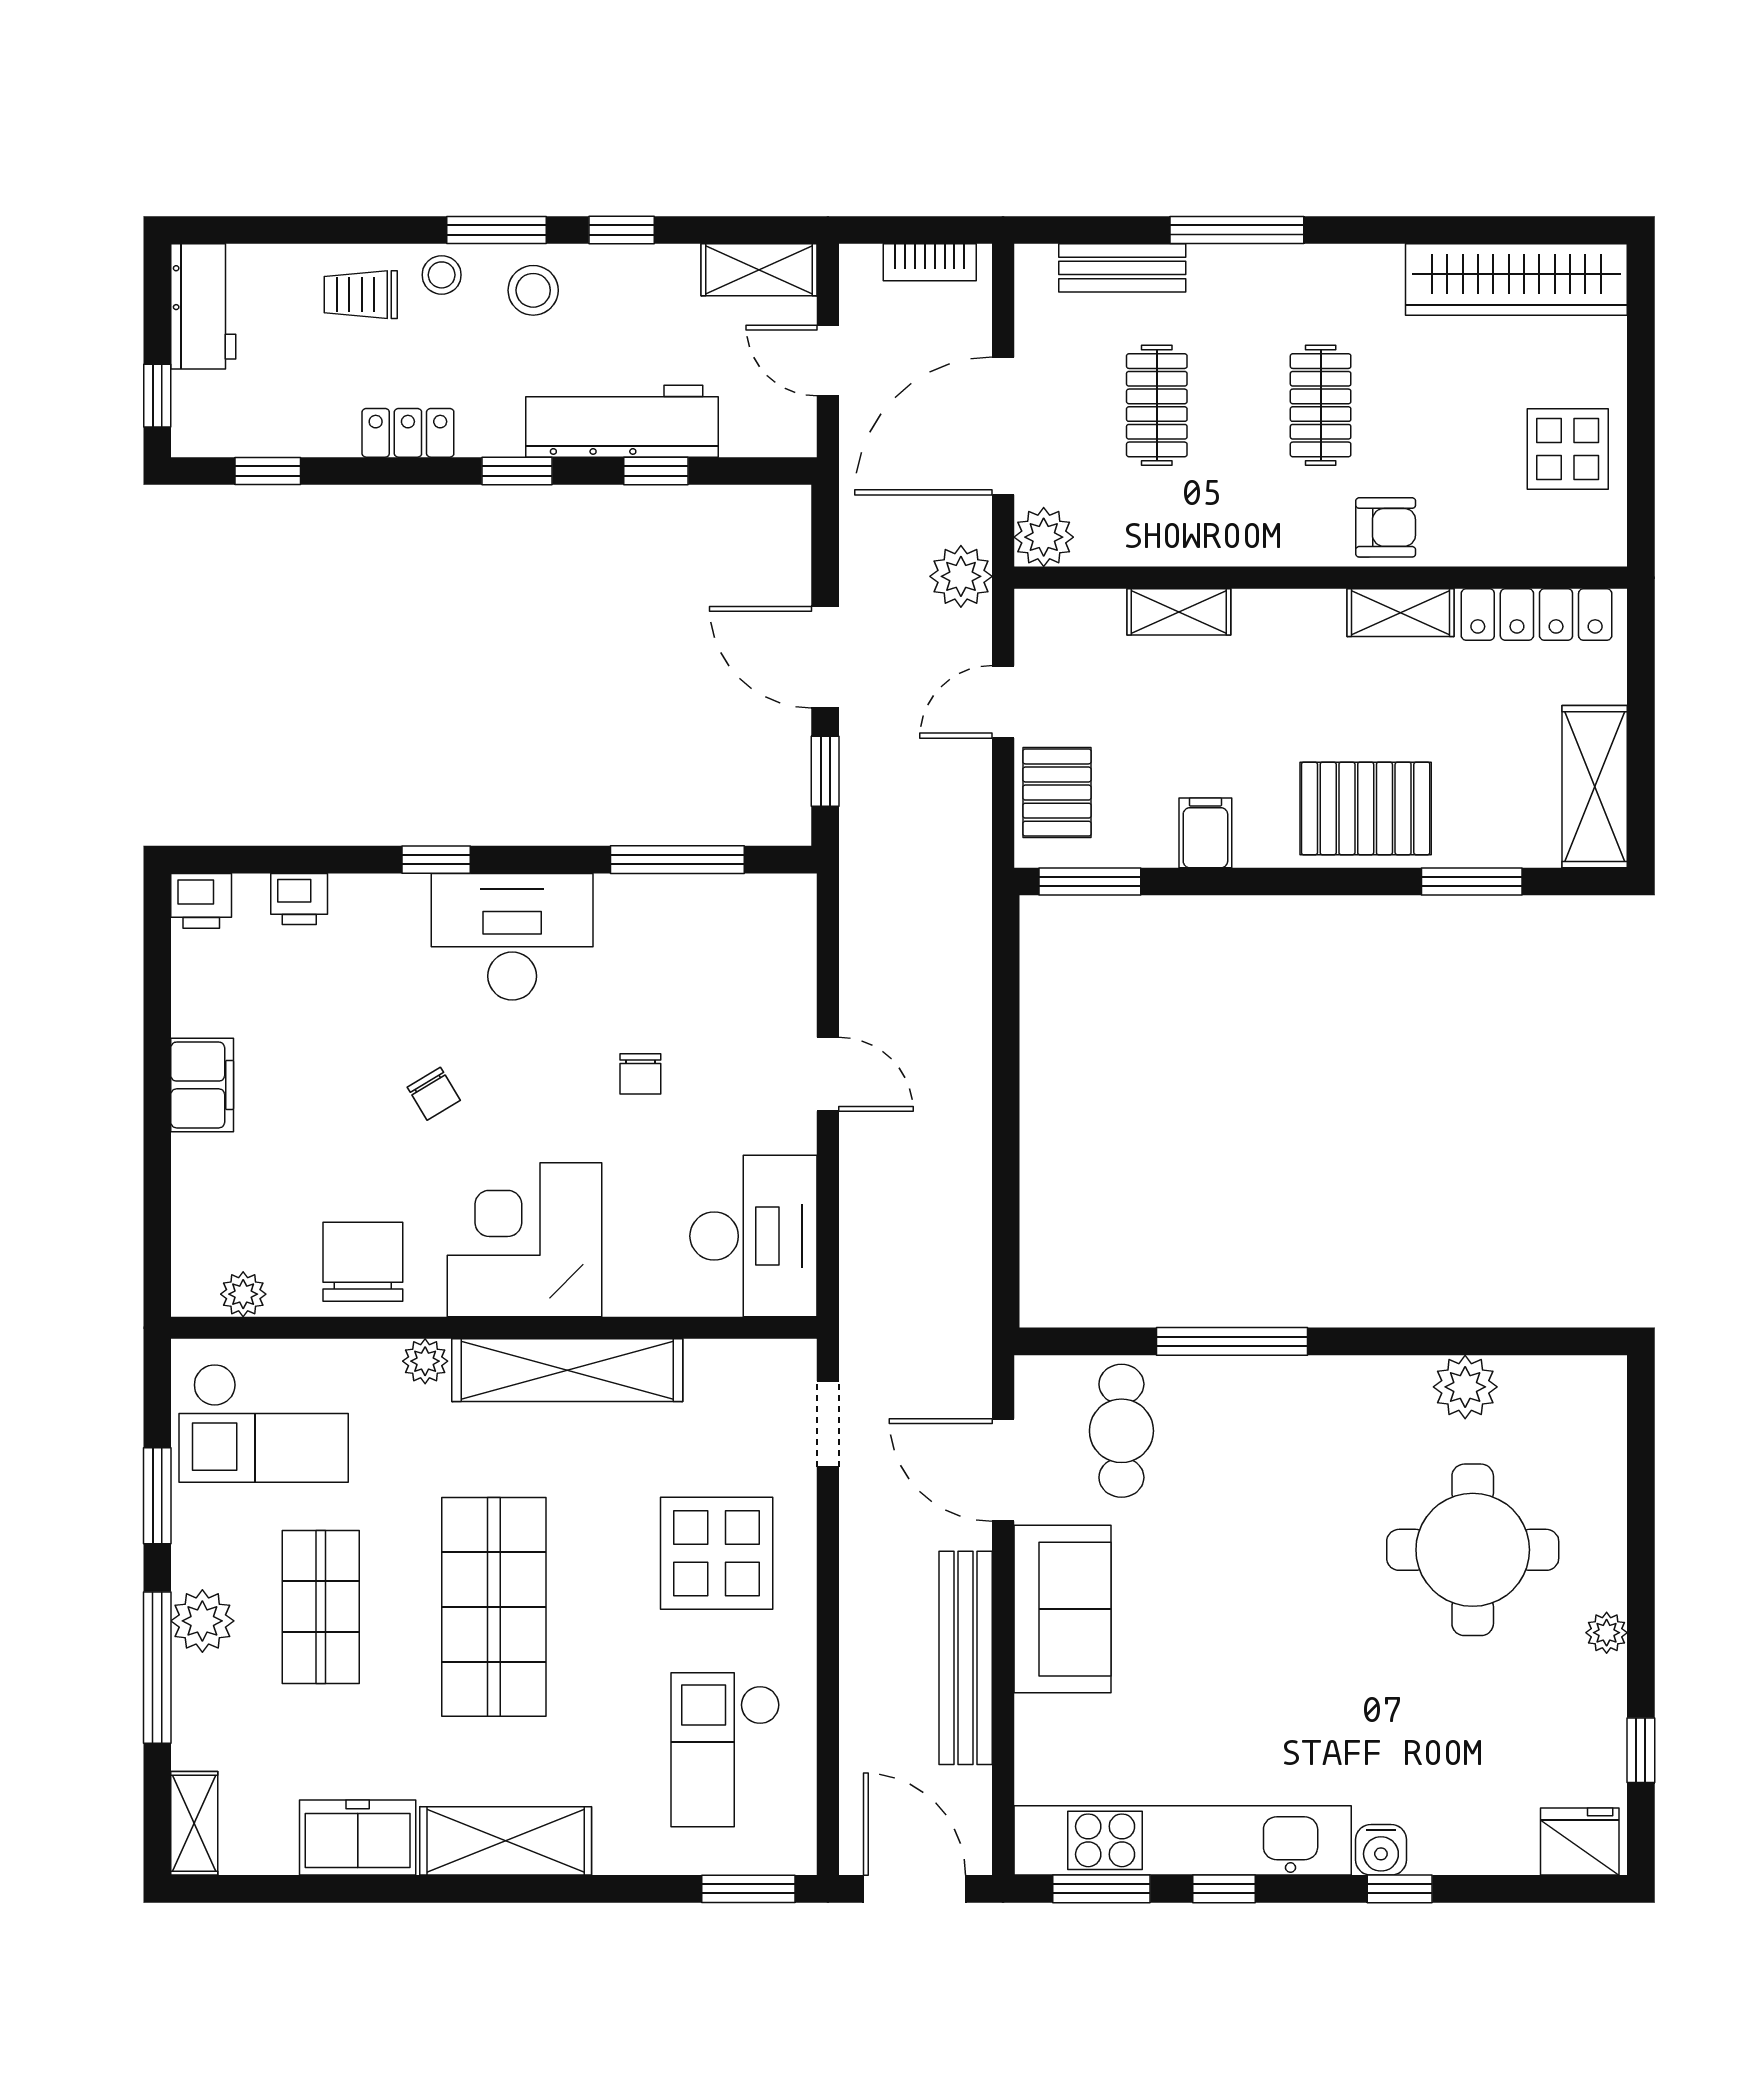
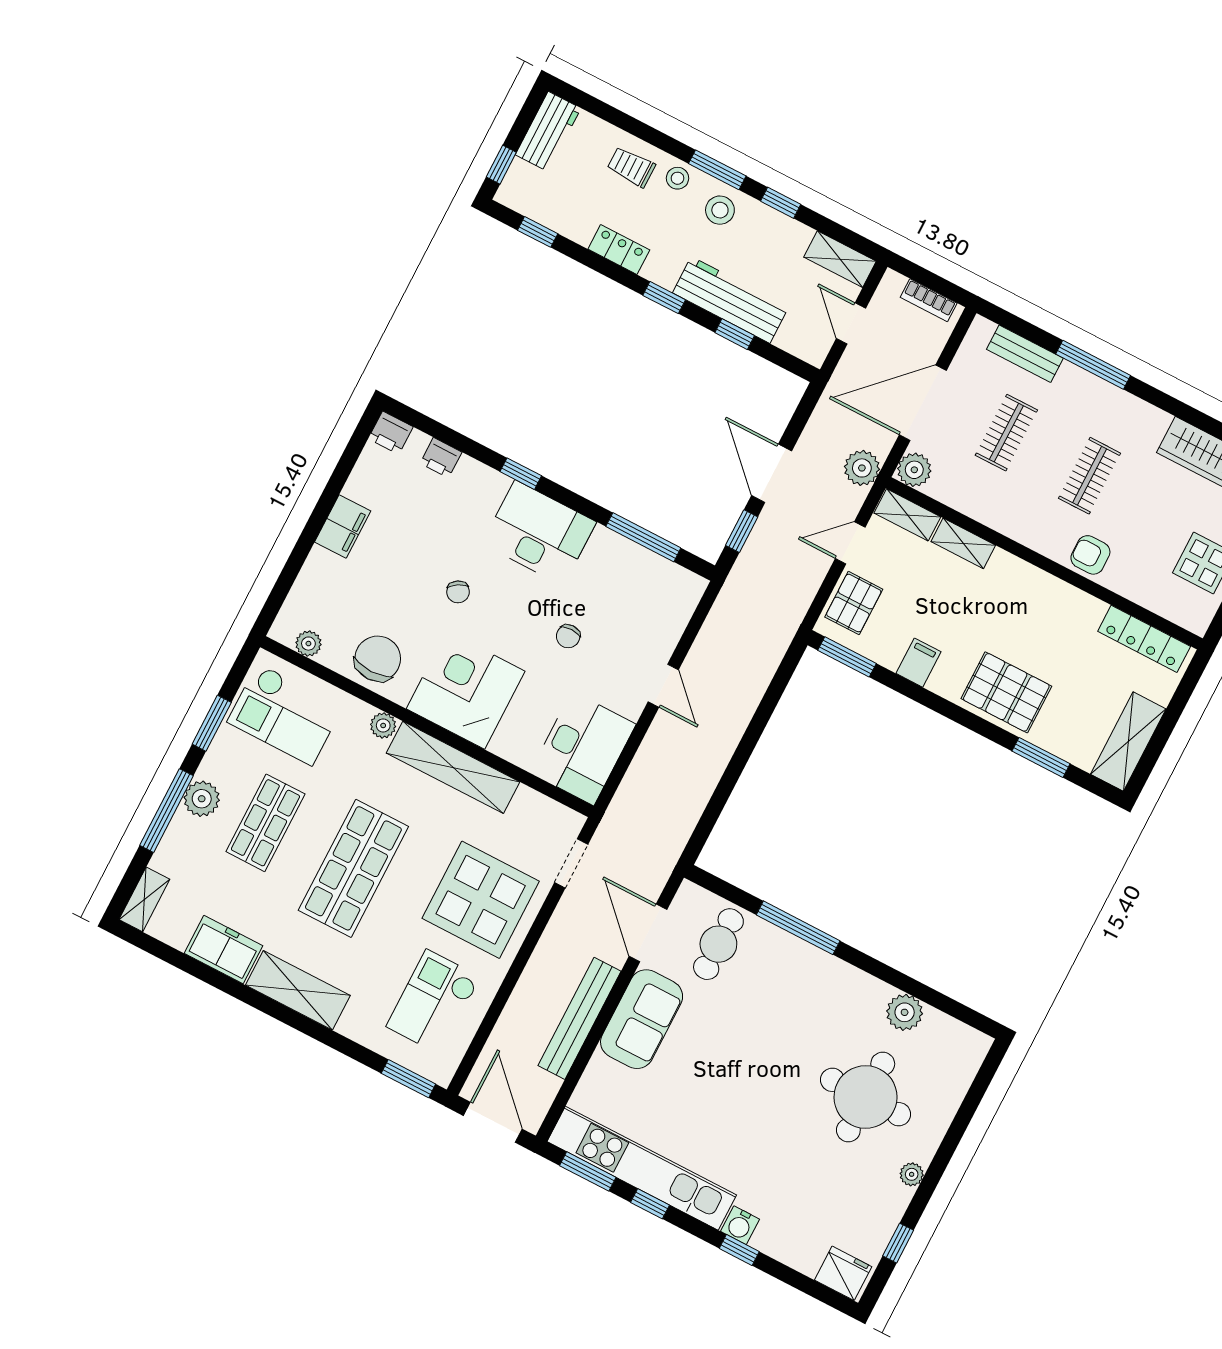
armchair: (1386, 527) -> (1090, 555), turned 180
shelving: (1401, 613) -> (907, 515), moved
display table: (717, 1553) -> (481, 900), width x1.36, depth x1.36

